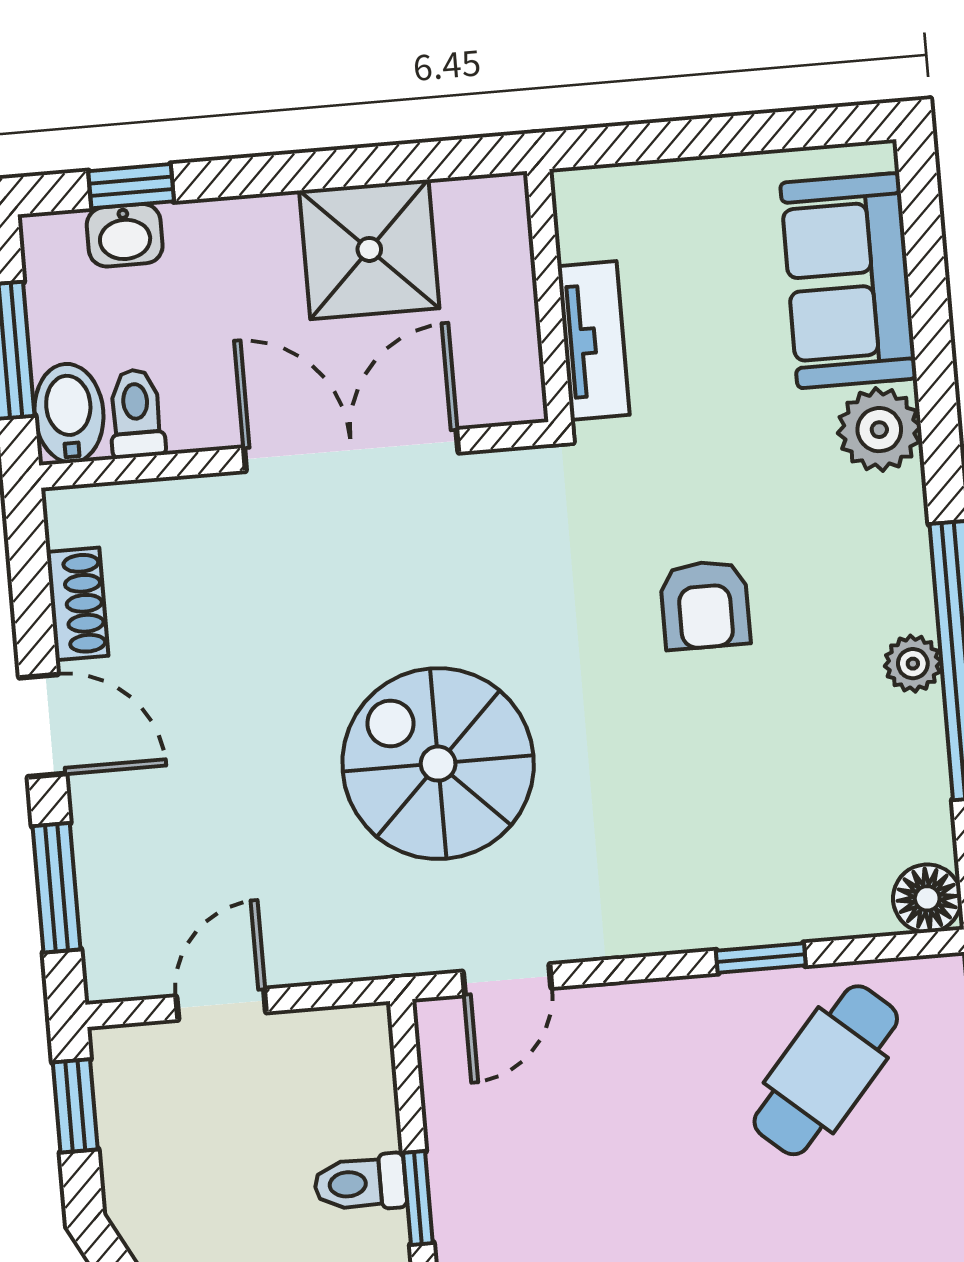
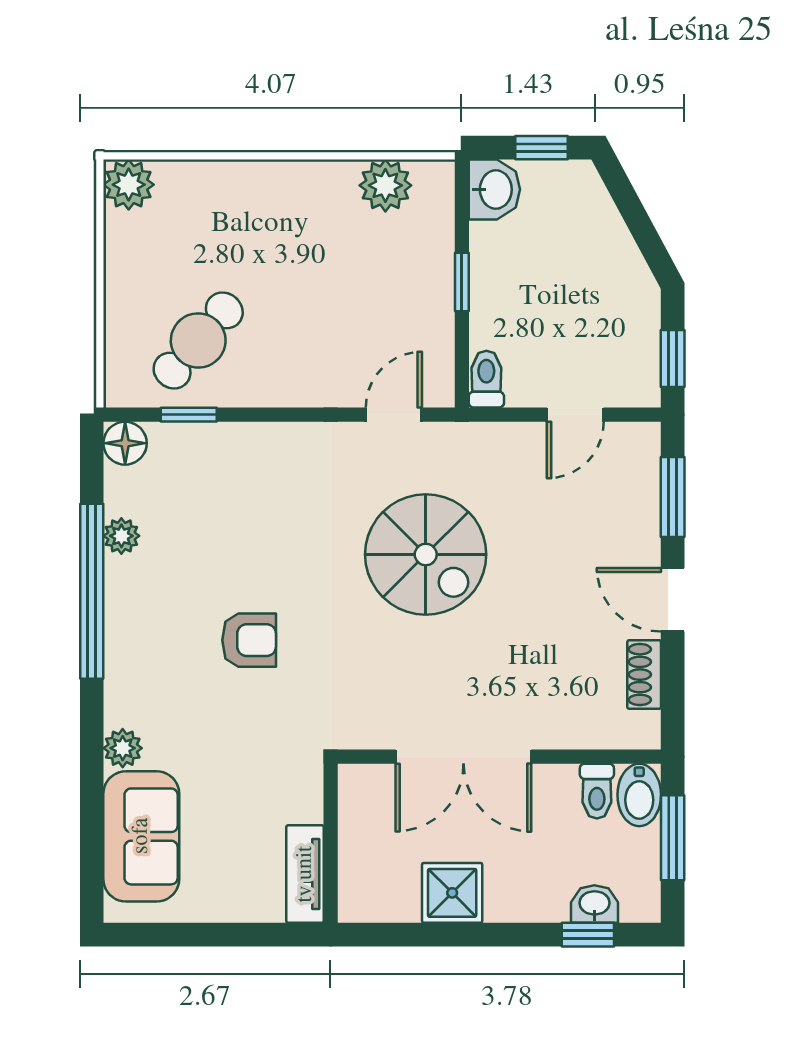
shower: (369, 249) -> (452, 893), width x0.73, depth x0.73
tv unit: (594, 340) -> (305, 874), moved
plant: (879, 430) -> (123, 748), width x0.73, depth x0.73
armchair: (705, 605) -> (249, 640), turned 90
plant: (913, 664) -> (121, 536), moved
window: (761, 958) -> (189, 415), moved
toilet: (360, 1183) -> (486, 379), moved, turned -90

